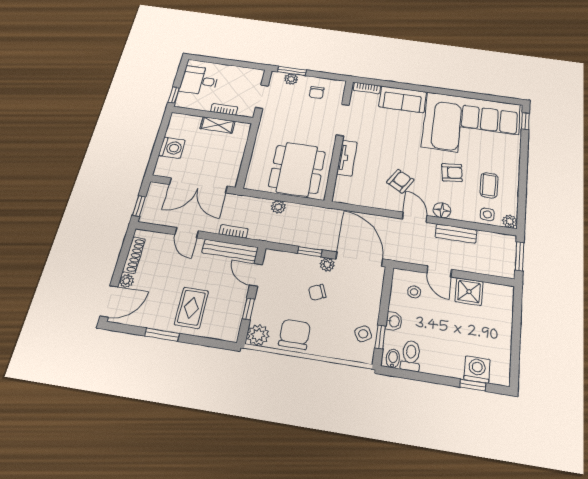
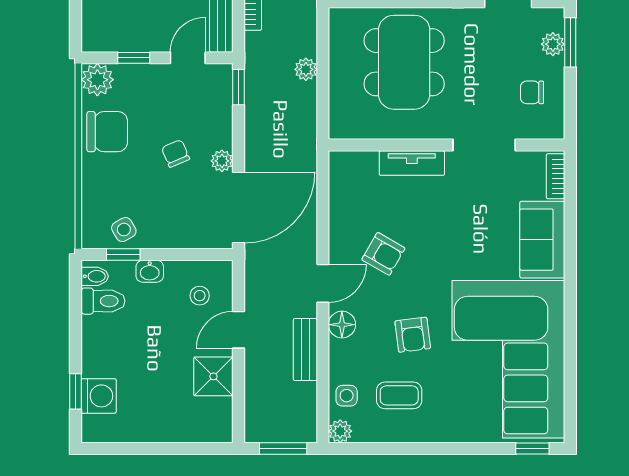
dining table: (297, 169) -> (404, 62), moved, turned 90
window: (310, 252) -> (239, 87), moved

